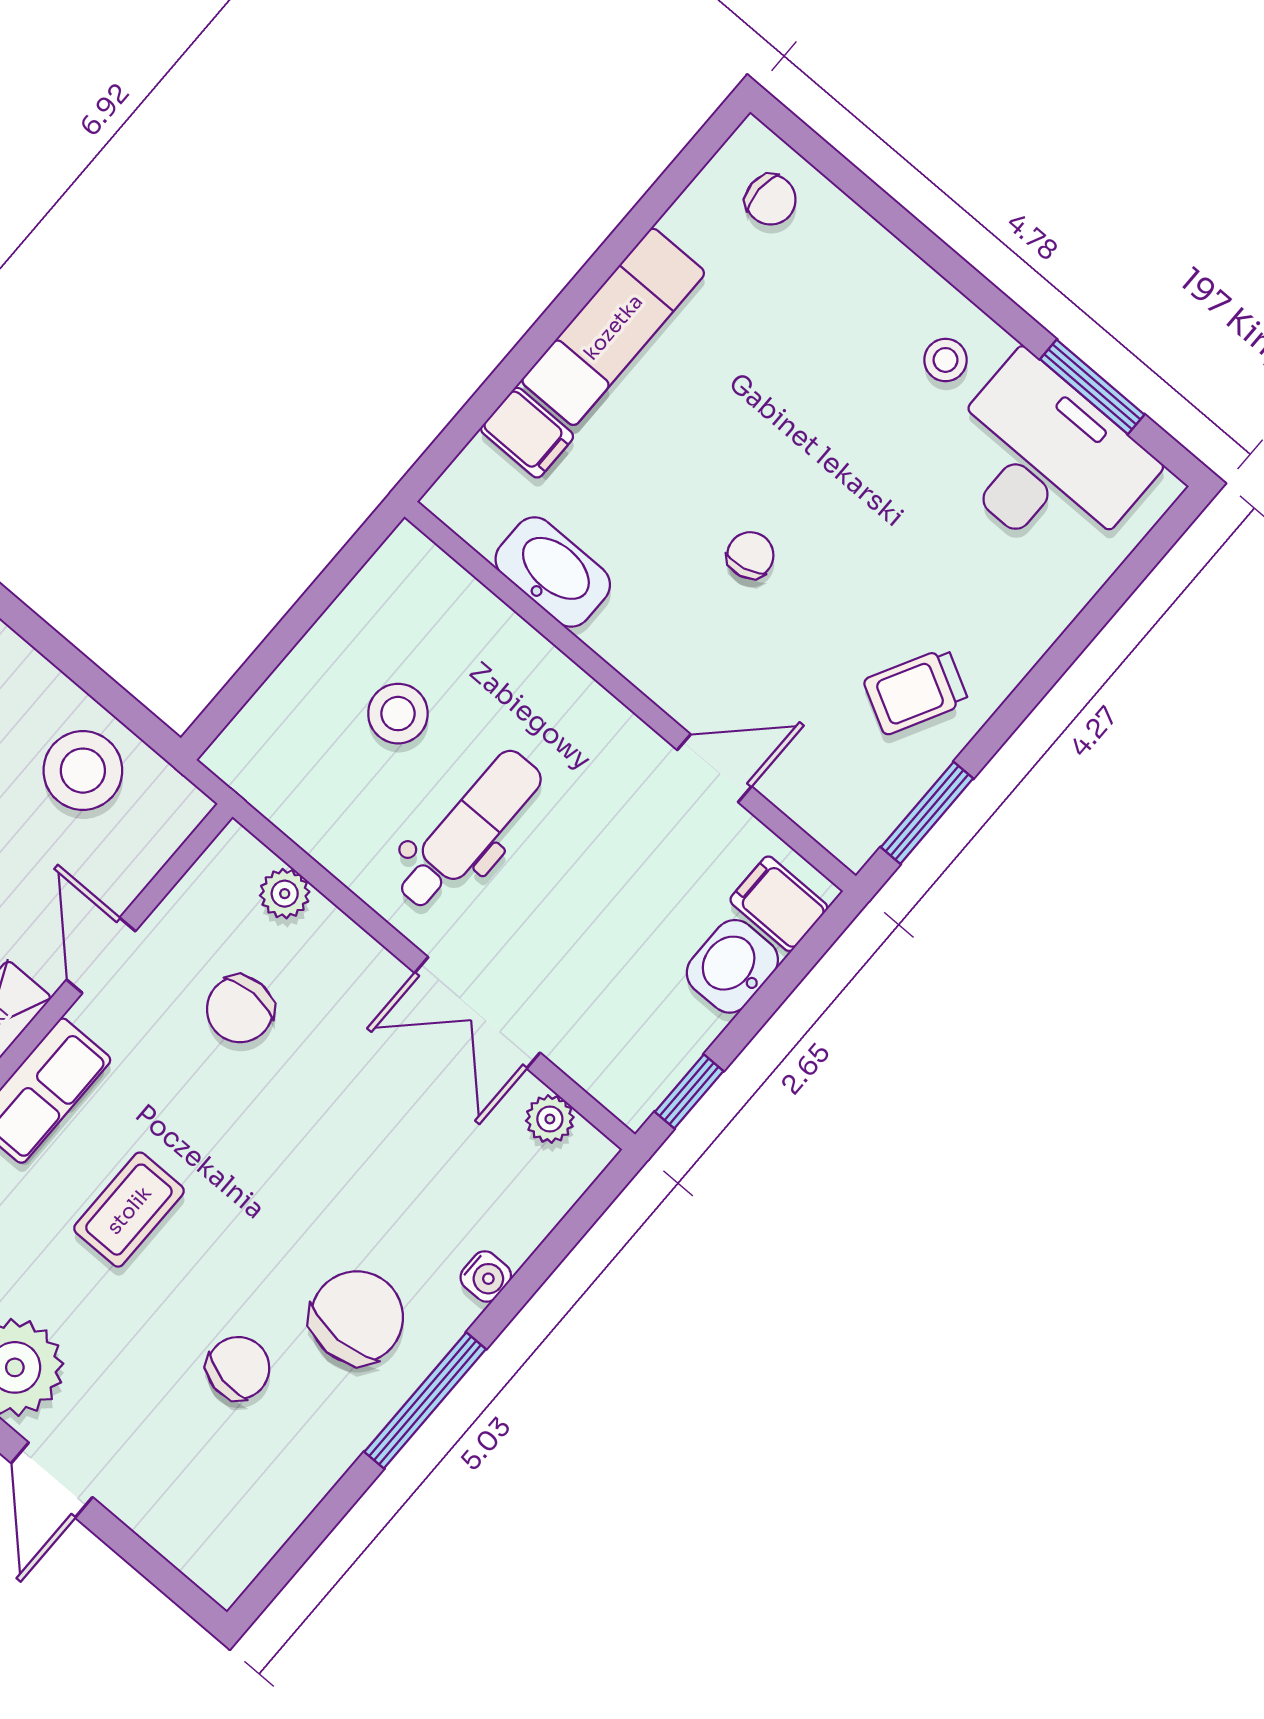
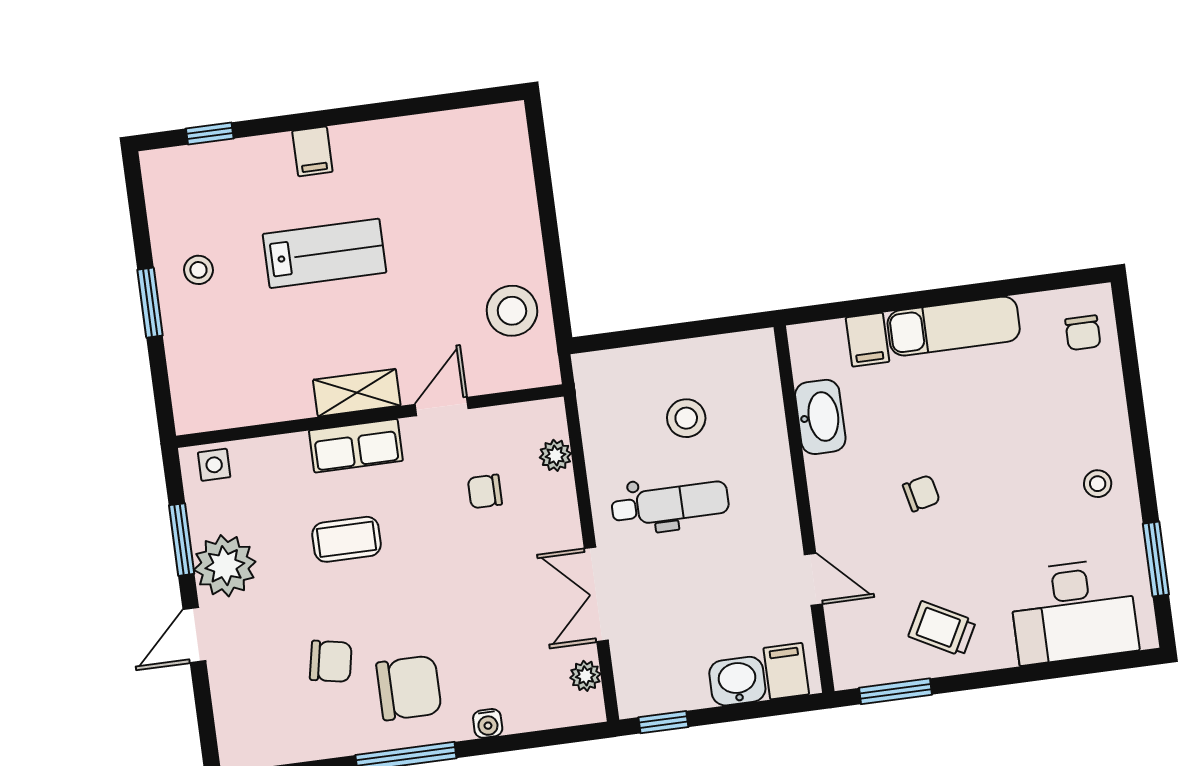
desk: (1045, 461) -> (1073, 611), moved, turned 90
chair: (240, 1009) -> (485, 491), width x0.73, depth x0.73

